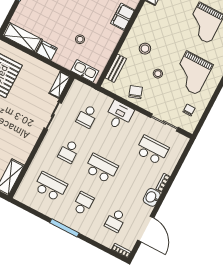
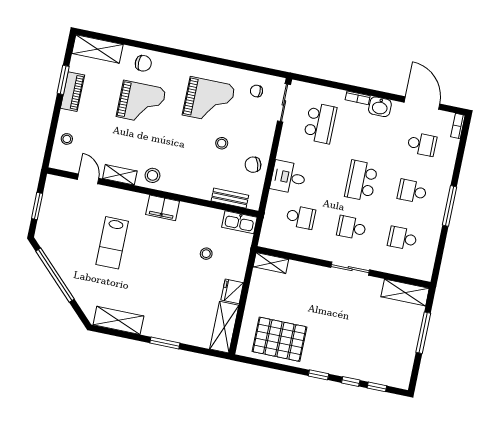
stool: (145, 49) -> (152, 175), moved
kitchen sink: (85, 71) -> (239, 222), moved, turned -90
sliding door: (53, 116) -> (350, 269), moved
sliding door: (164, 122) -> (284, 103), moved
school desk: (152, 150) -> (320, 123), turned 180
school desk: (69, 151) -> (352, 228), turned 180
school desk: (50, 187) -> (402, 238), width x0.54
door: (146, 229) -> (422, 103), hinge flipped

